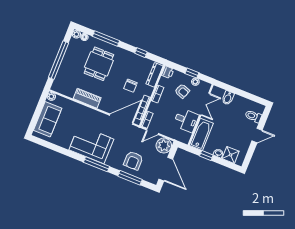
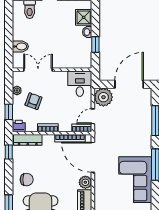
window: (141, 53) -> (9, 152), moved
window: (192, 73) -> (9, 112), moved
chair: (130, 86) -> (27, 180), moved
plant: (105, 106) -> (85, 182), added
desk: (186, 120) -> (80, 84), moved
door: (152, 132) -> (93, 116), swing flipped
bathtub: (201, 134) -> (74, 60), removed
armchair: (133, 161) -> (134, 125), removed

